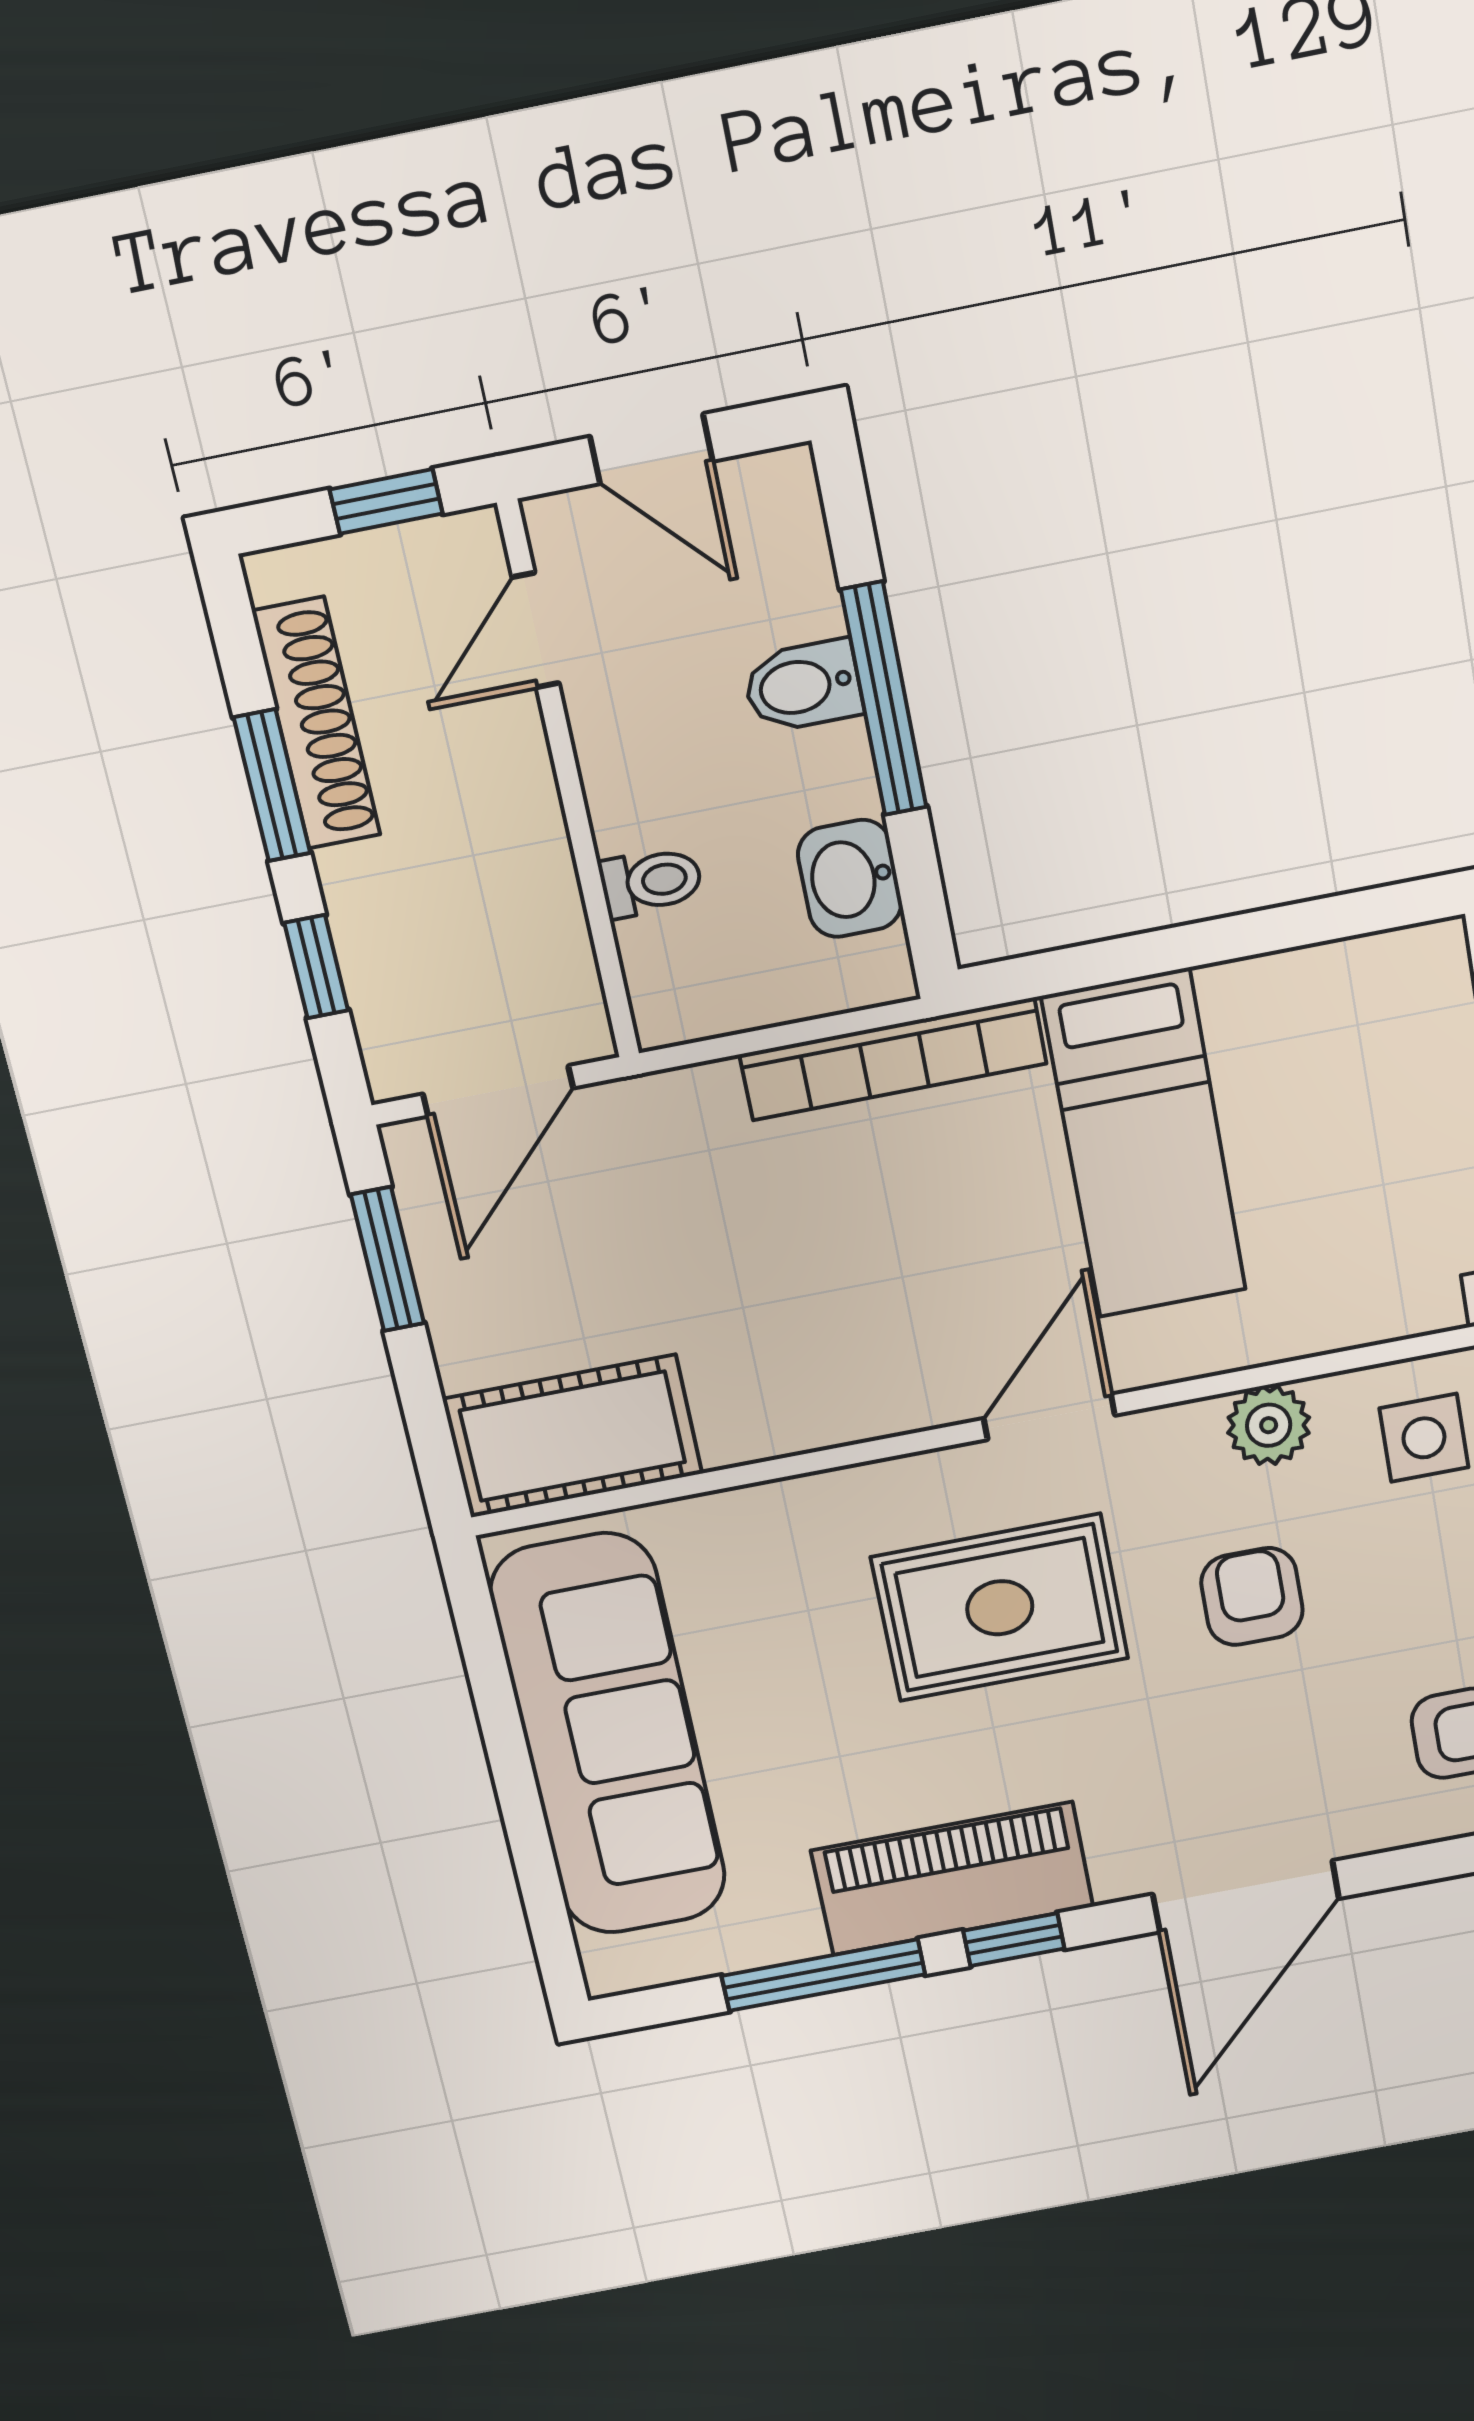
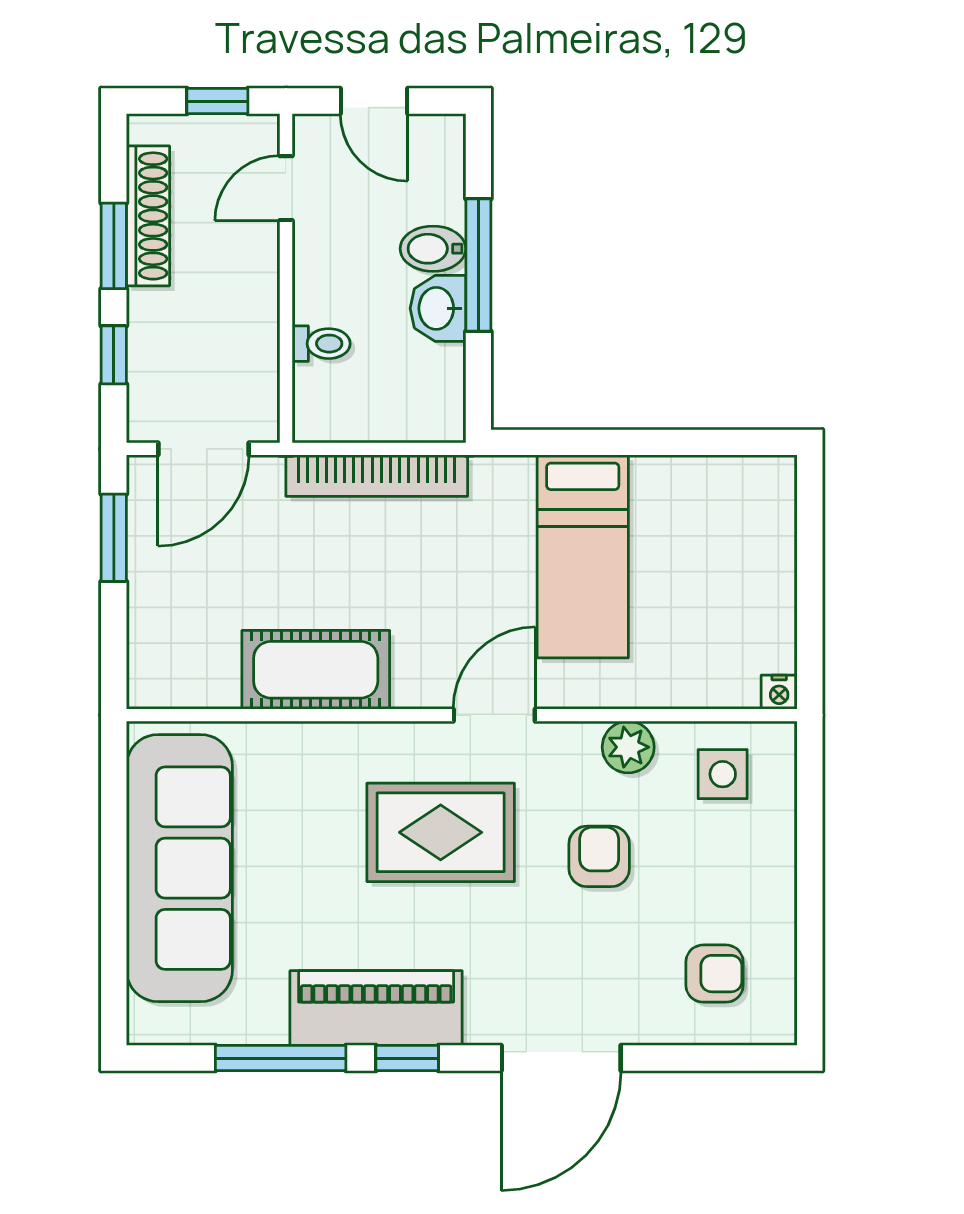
washbasin: (850, 878) -> (438, 308), moved
bookcase: (893, 1059) -> (377, 476), moved
cot: (573, 1436) -> (316, 670), moved

